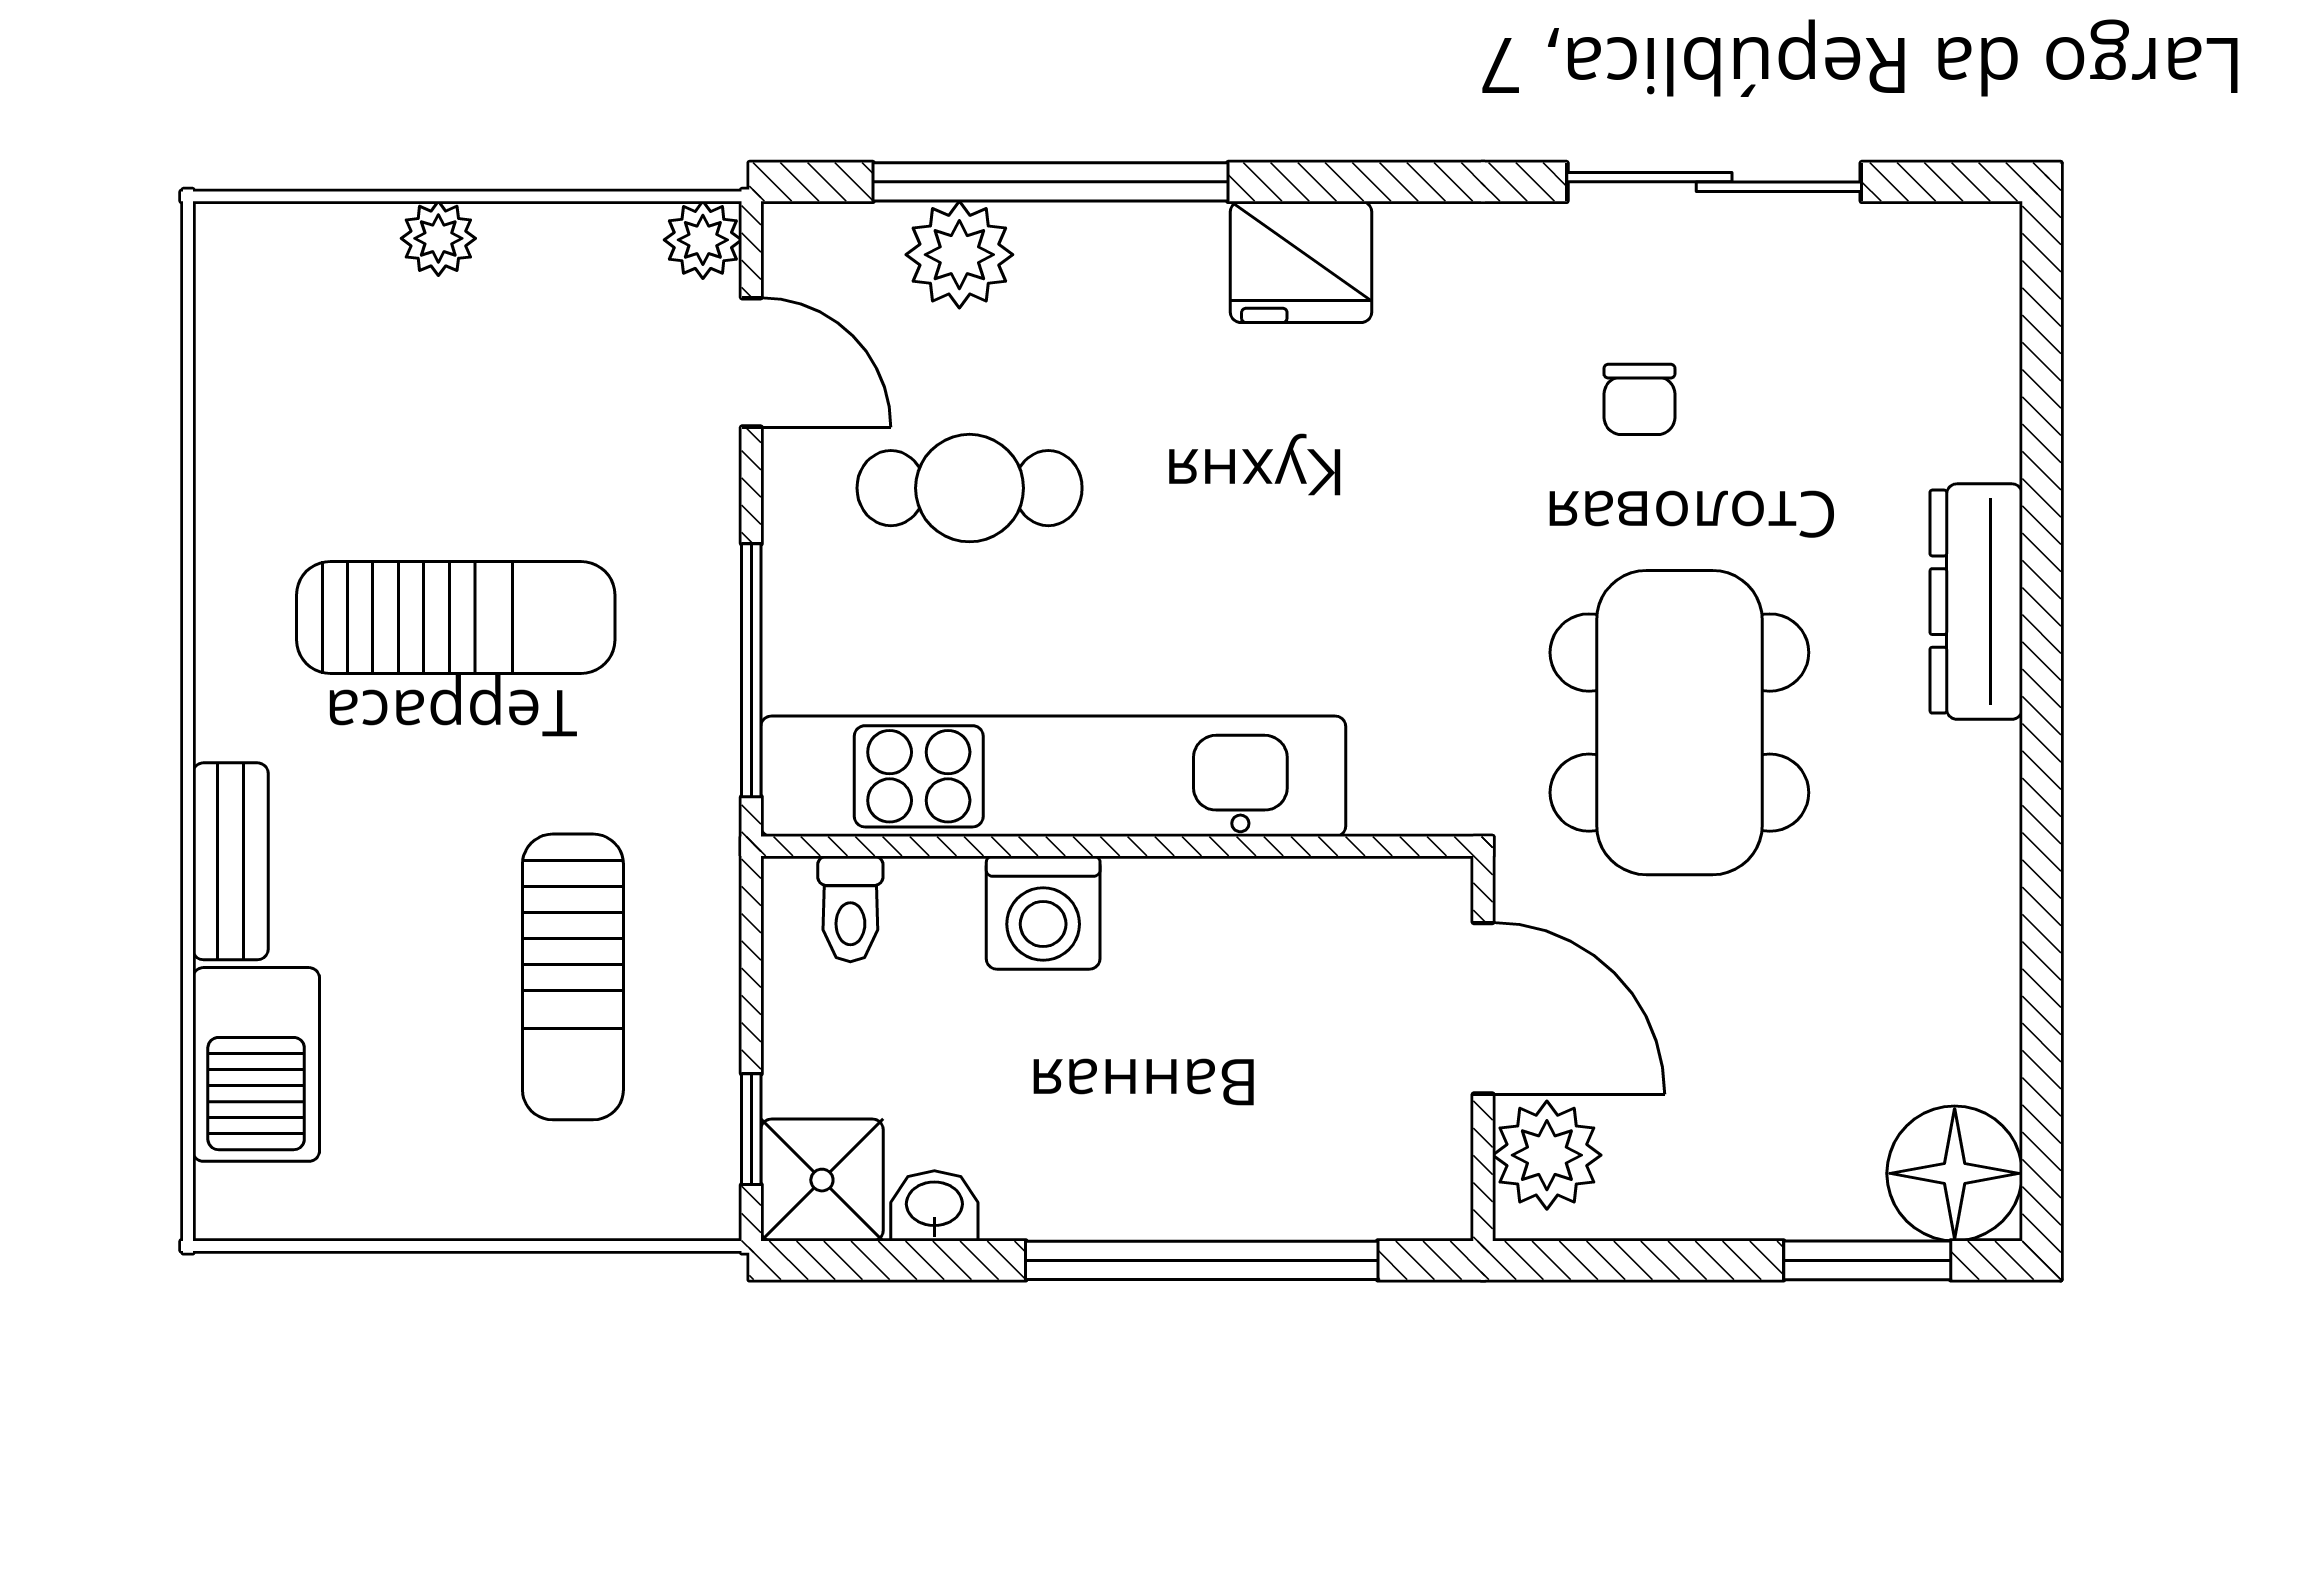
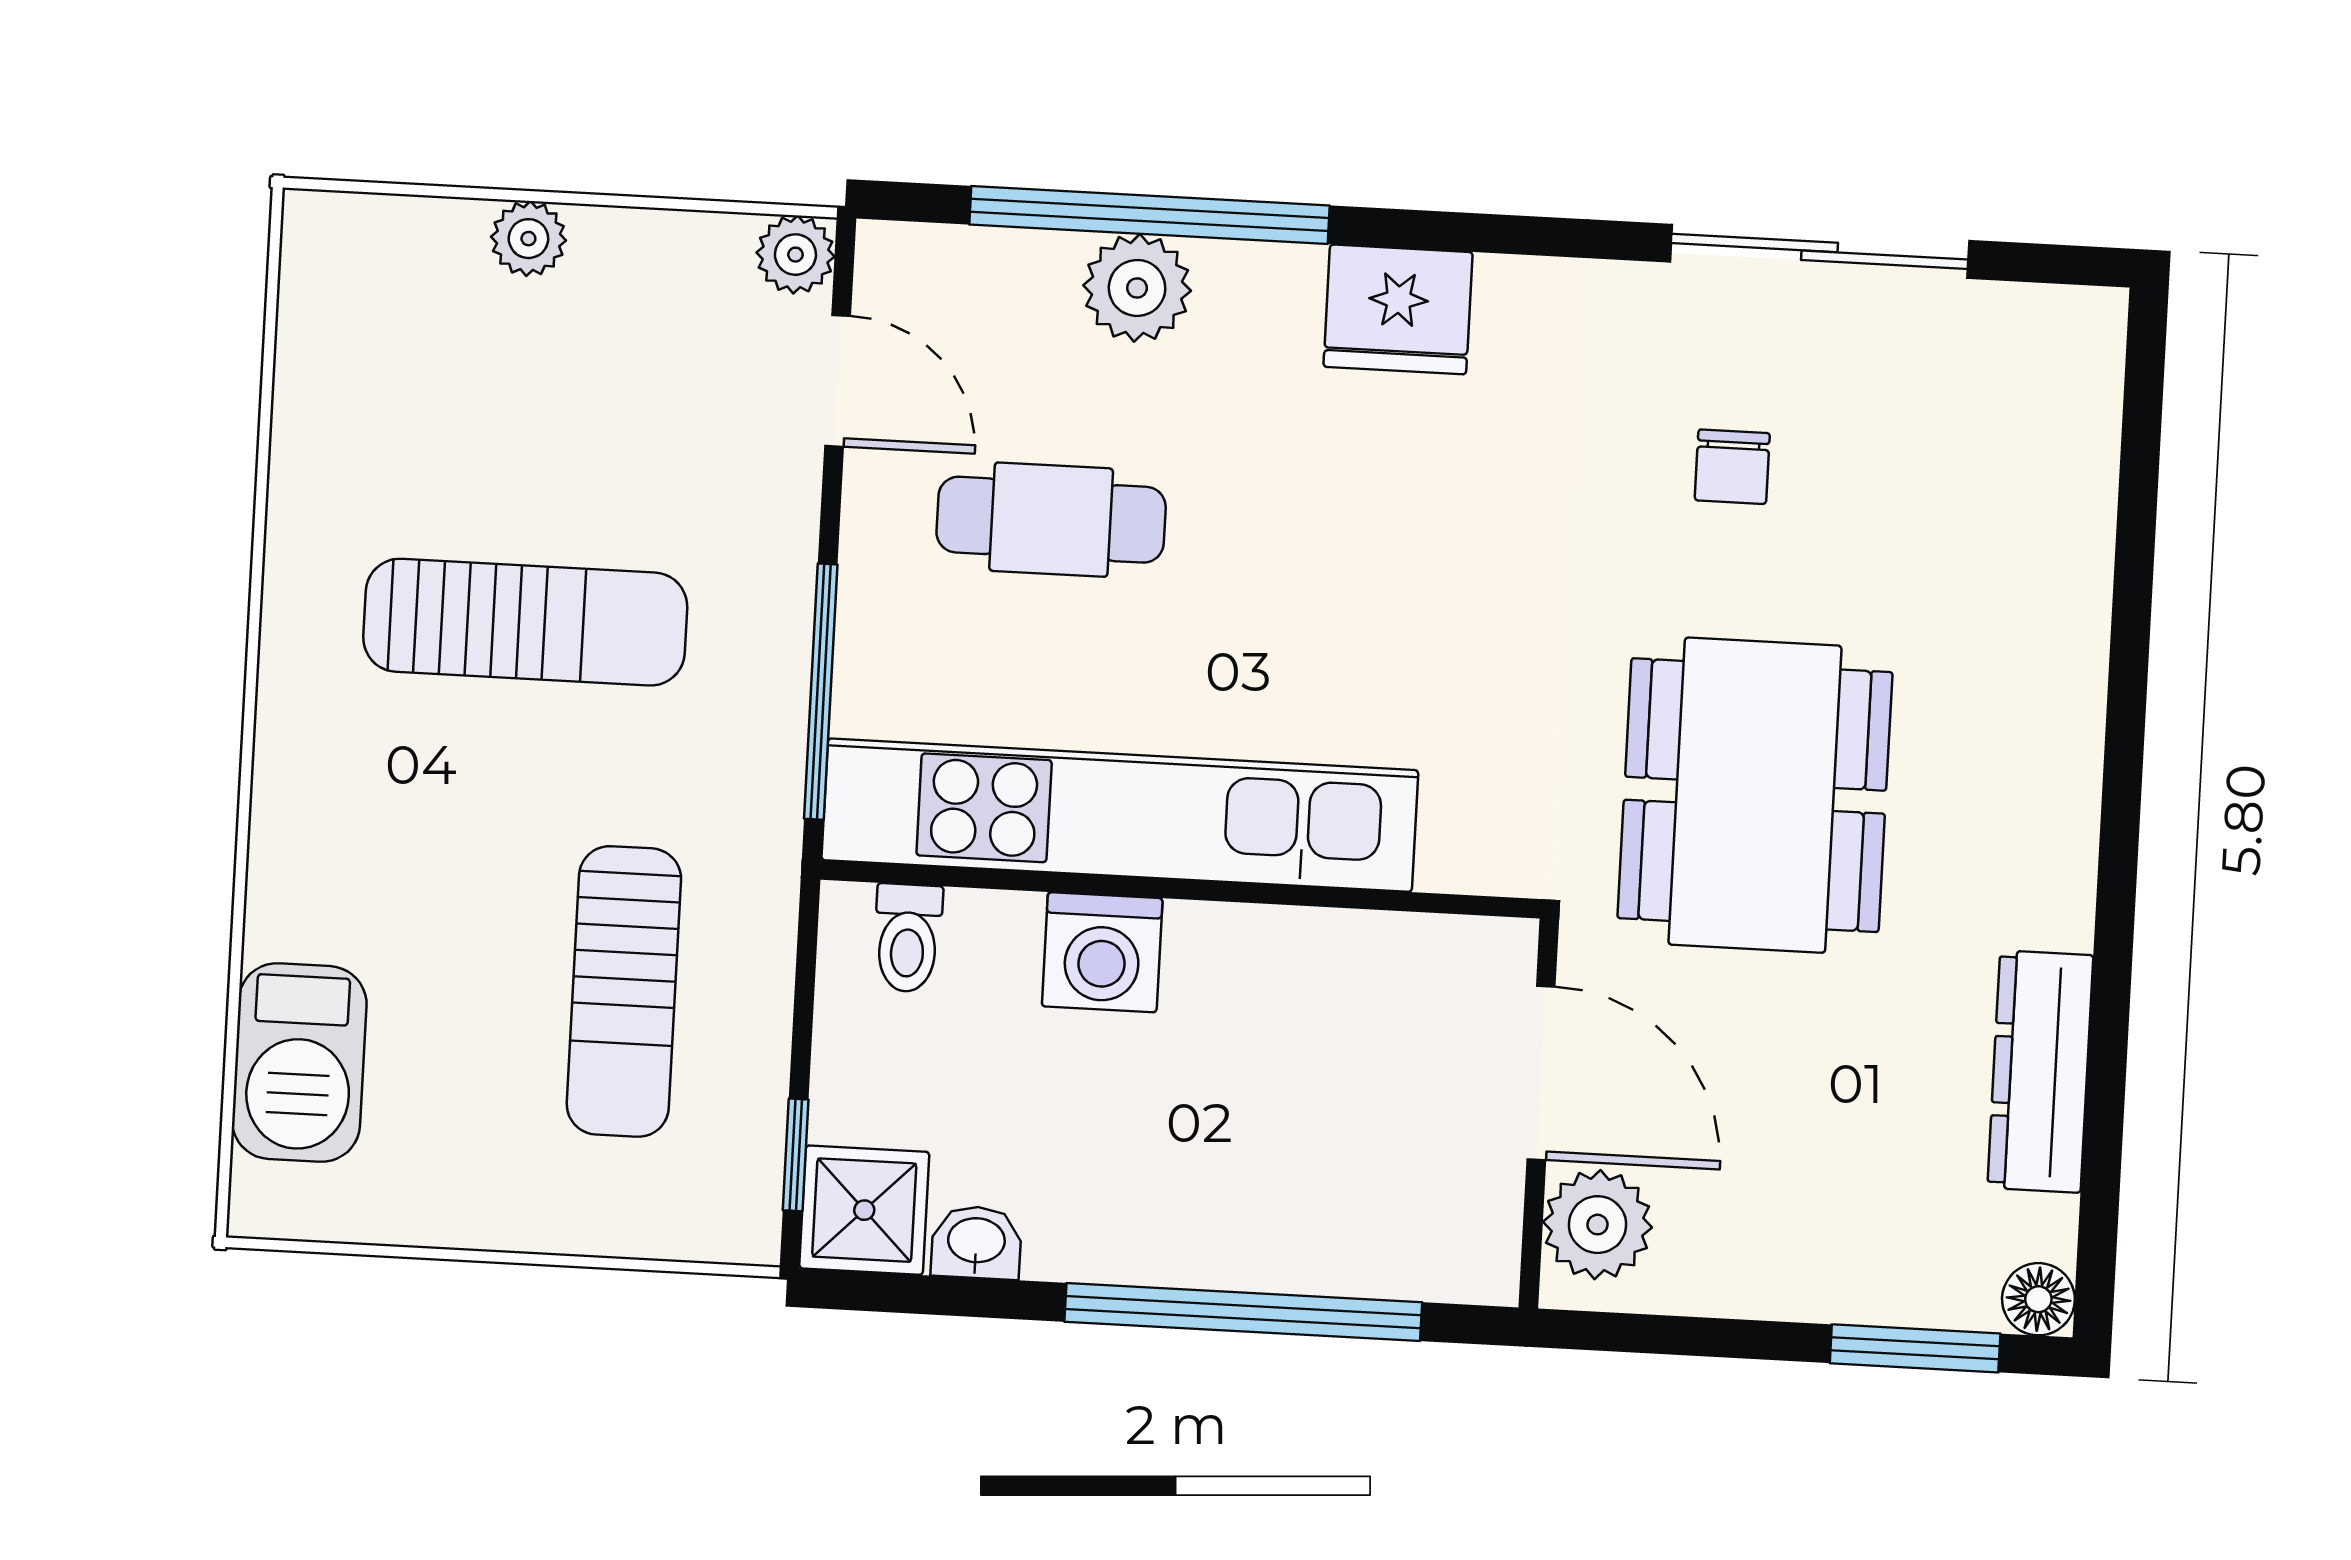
plant: (959, 255) -> (1137, 288), moved
dresser: (1976, 602) -> (2040, 1071), moved
bench: (230, 861) -> (284, 856), removed
floor lamp: (1955, 1173) -> (2038, 1299), width x0.53, depth x0.53

